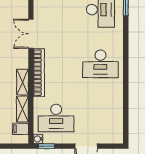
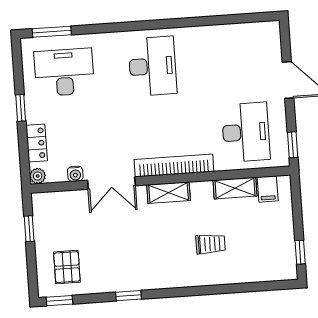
shelving: (22, 82) -> (169, 193), moved
water cooler: (38, 139) -> (75, 174), moved

